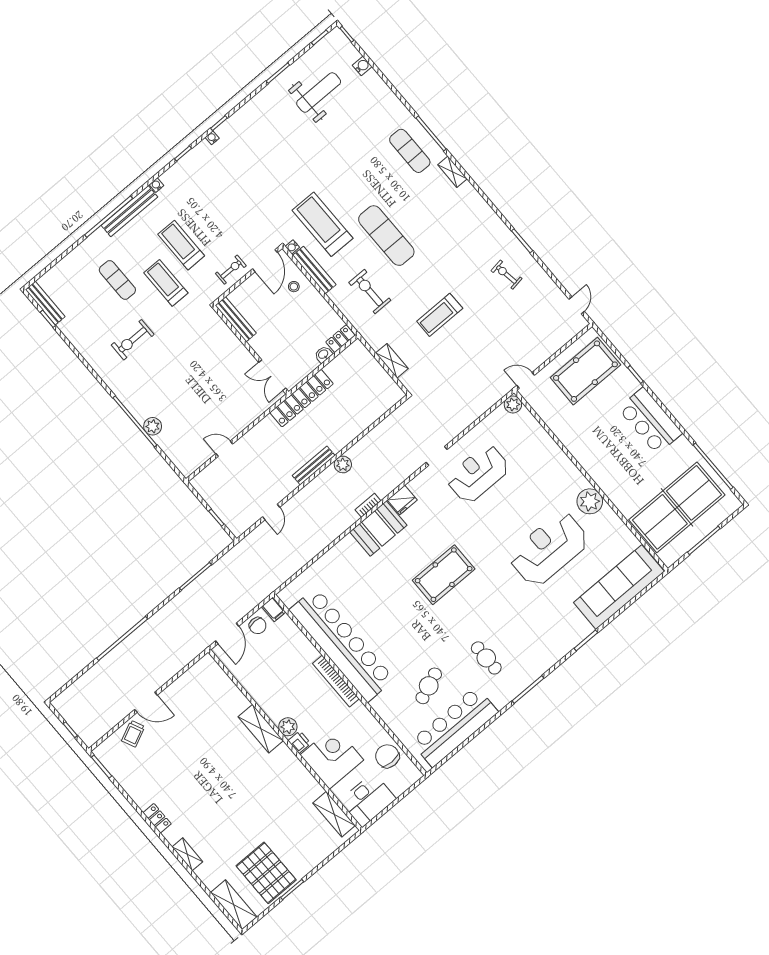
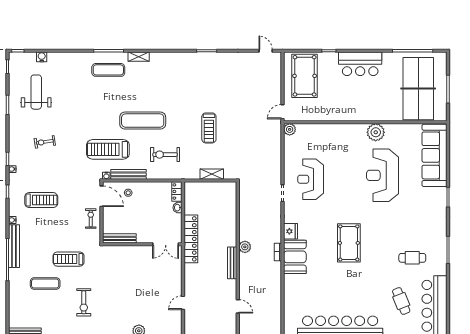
treadmill: (181, 245) -> (41, 200), moved, turned 180
exercise bike: (507, 275) -> (45, 142), moved

